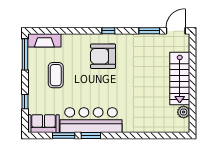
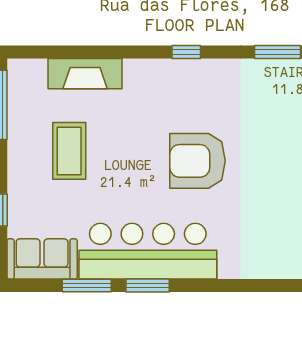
fireplace: (44, 40) -> (85, 74), moved
armchair: (103, 56) -> (197, 161), moved

